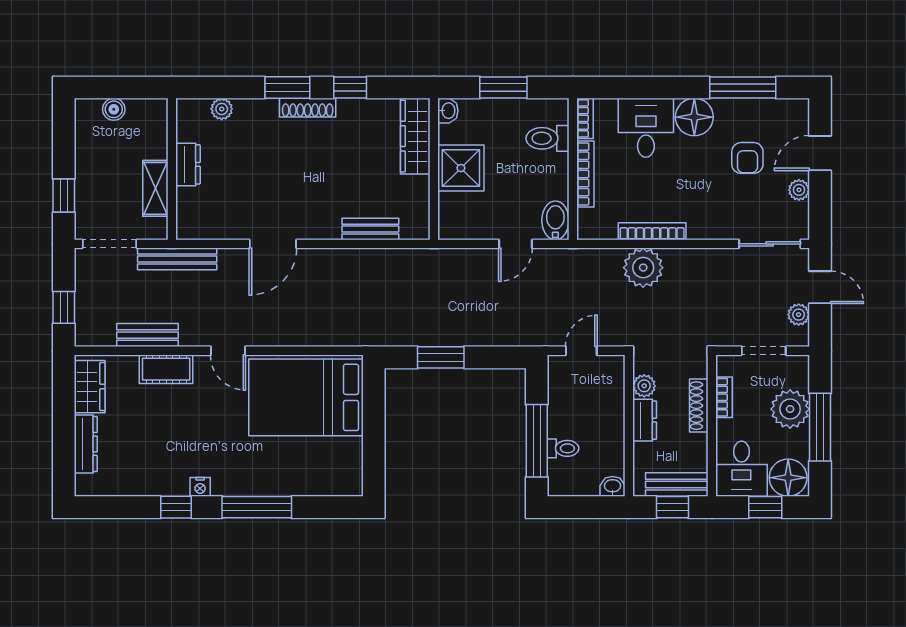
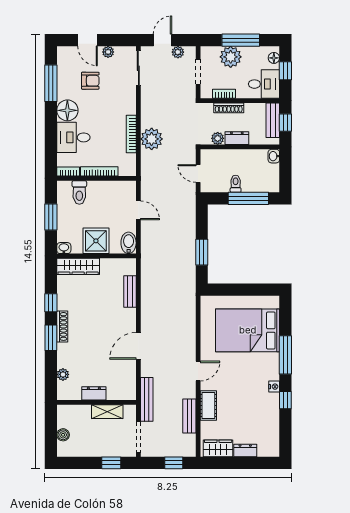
bidet: (555, 220) -> (129, 243), moved, turned 90
door: (273, 244) -> (138, 346), swing flipped
bed: (306, 397) -> (248, 330), moved, turned 90
dresser: (86, 444) -> (245, 450), width x0.70
toilet: (563, 448) -> (236, 184), moved
floor lamp: (788, 478) -> (274, 58), width x0.53, depth x0.53

